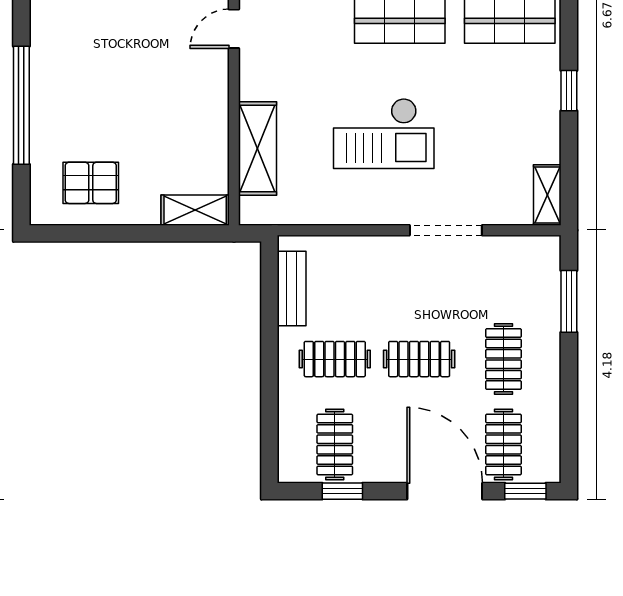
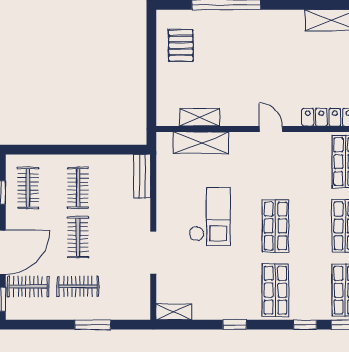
checkout: (384, 133) -> (210, 217), turned 180
shelving: (195, 210) -> (200, 117), moved, turned 90
bench: (292, 288) -> (142, 176), moved, turned 90
window: (569, 301) -> (93, 325), moved
clothes rail: (335, 444) -> (28, 188), turned 90

